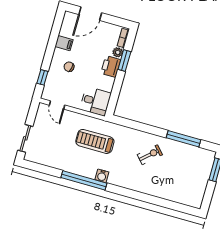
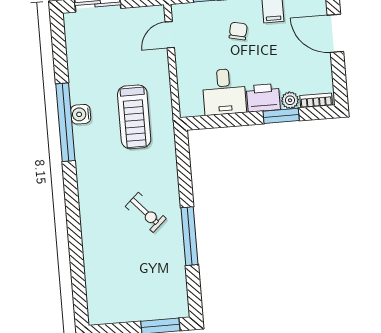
desk: (95, 101) -> (224, 92), moved
window: (183, 139) -> (189, 236), moved
treadmill: (95, 141) -> (134, 117), turned 180
water cooler: (102, 176) -> (81, 114), moved

